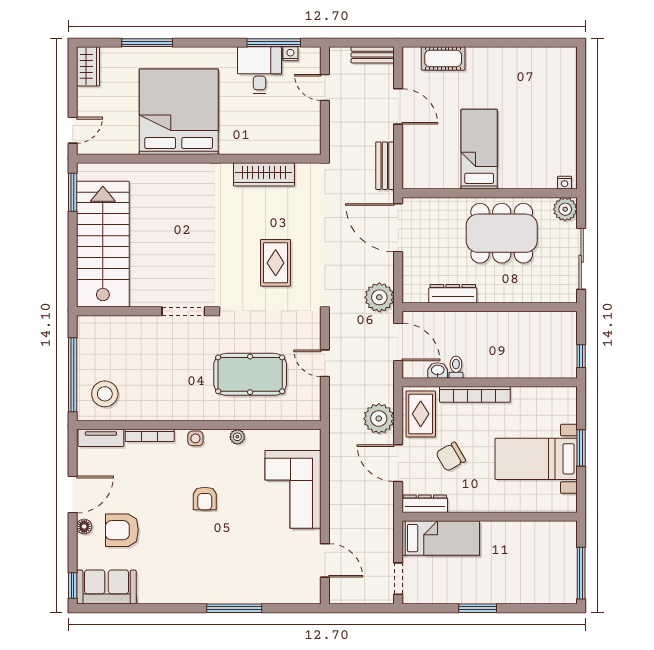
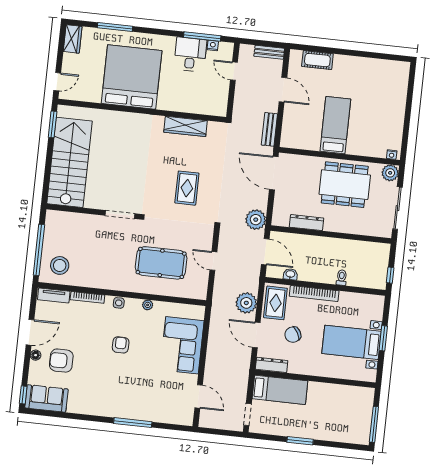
toilet: (456, 367) -> (342, 278), moved
armchair: (205, 498) -> (121, 345), turned 180

